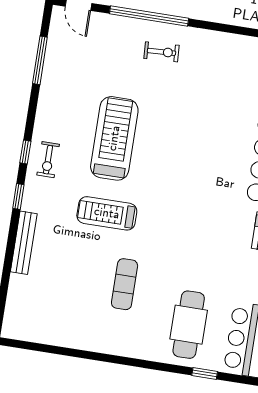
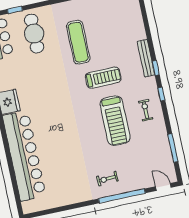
exercise bike: (48, 160) -> (146, 110), moved
bench: (24, 243) -> (146, 58), moved
exercise mat: (125, 284) -> (78, 42), width x1.36, depth x1.45

